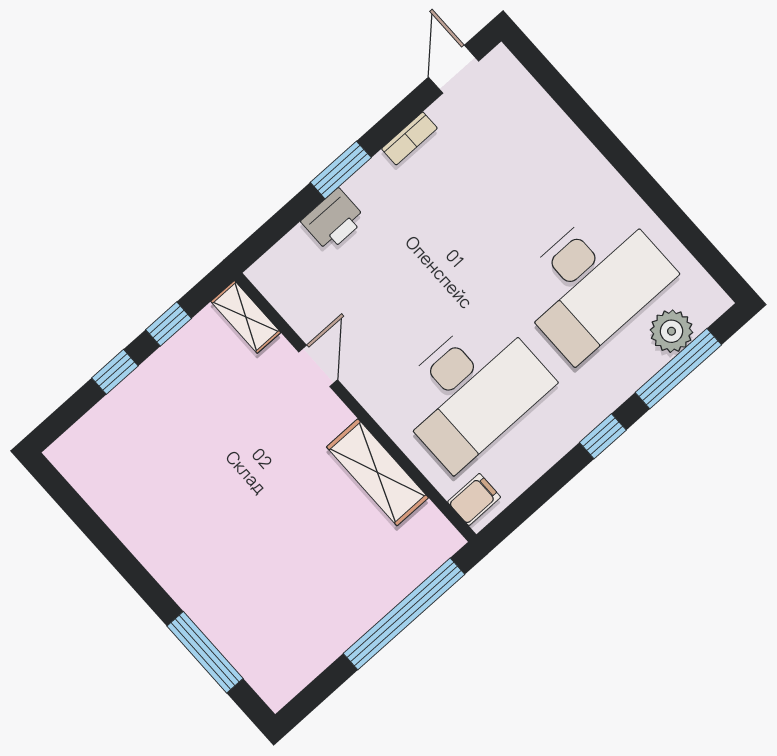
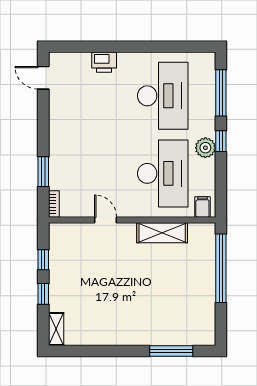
bookcase: (409, 138) -> (54, 204), moved
window: (341, 170) -> (43, 172), moved
printer: (333, 220) -> (104, 62), moved, turned 90
shelving: (246, 317) -> (56, 329), moved, turned 90
plant: (672, 331) -> (205, 148), moved

